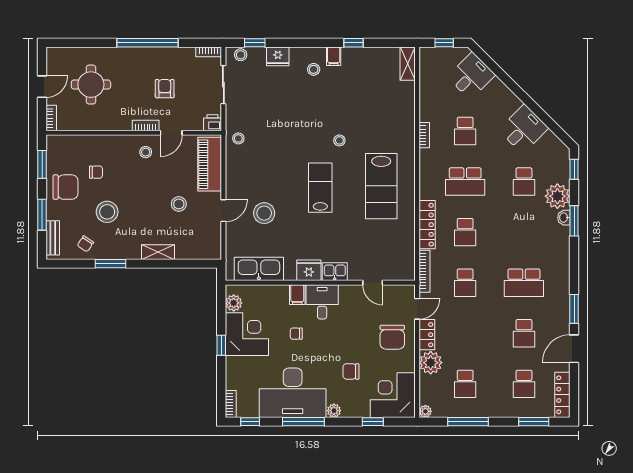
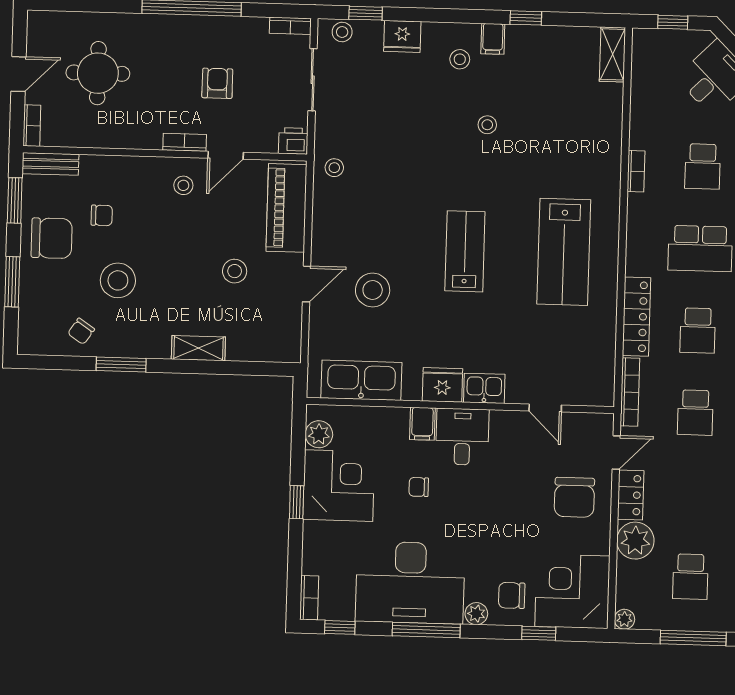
stool: (339, 140) -> (487, 125), moved
bench: (53, 238) -> (50, 164), moved, turned 90
chair: (351, 371) -> (512, 595), moved

